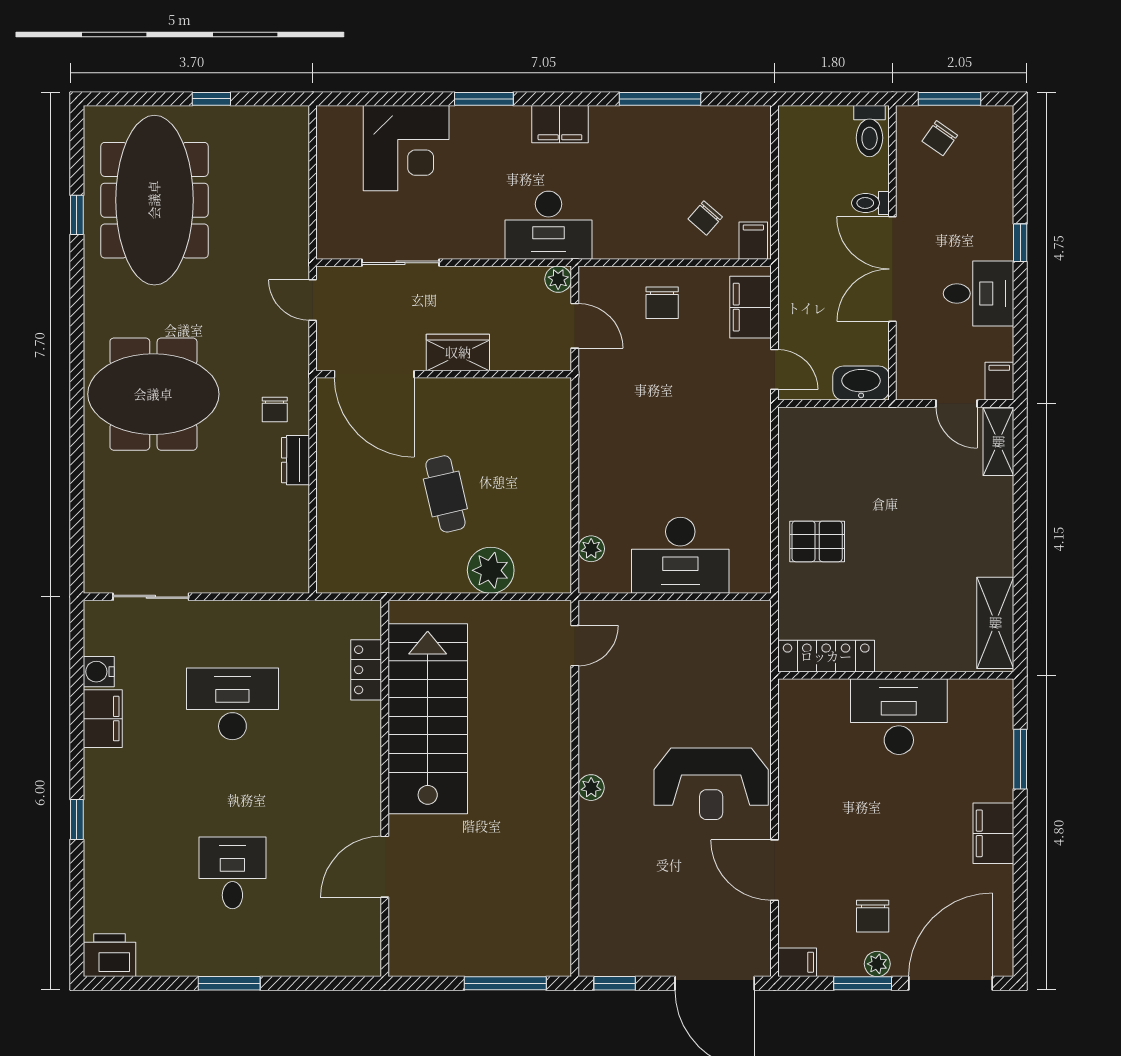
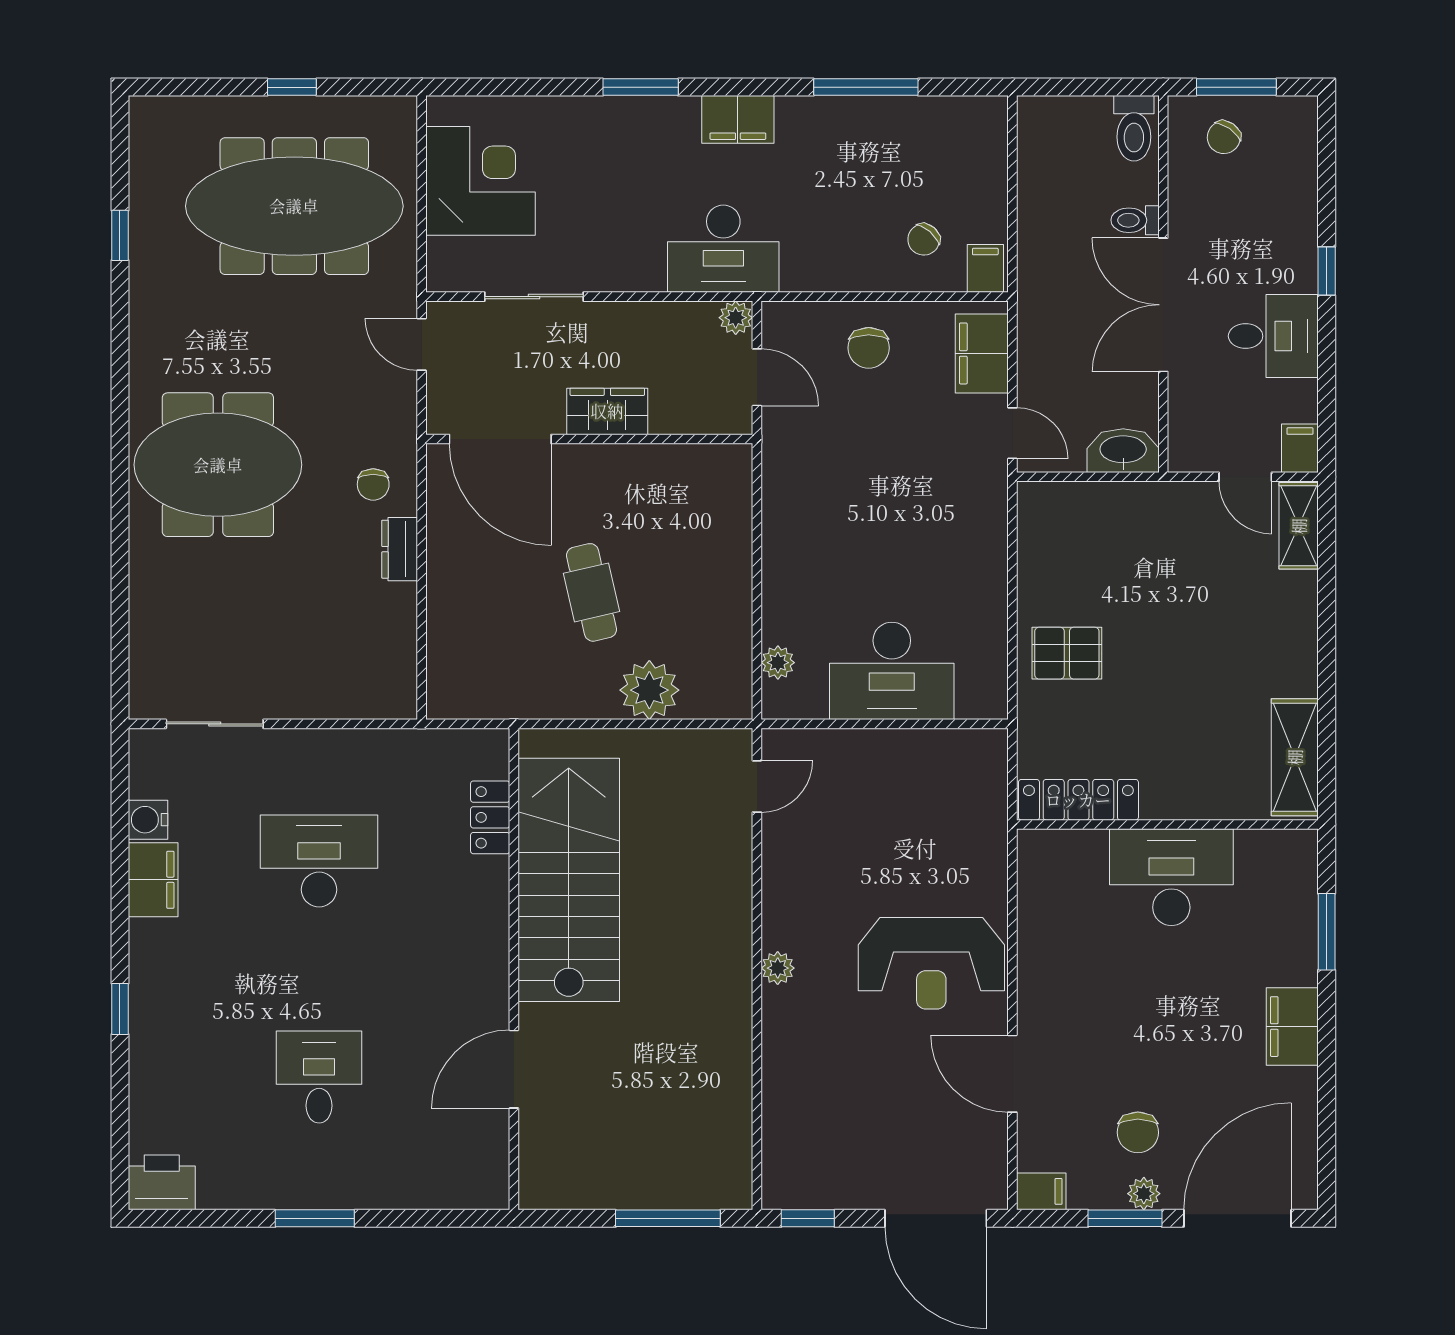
corner desk: (406, 148) -> (480, 181), moved, turned -90
meeting table: (154, 200) -> (294, 206), moved, turned 90

